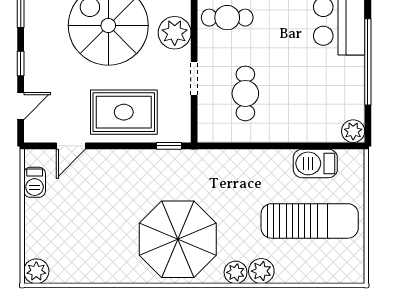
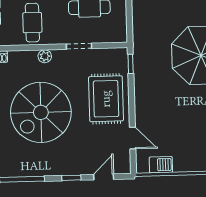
plant: (175, 33) -> (45, 56), width x0.53, depth x0.53
door: (21, 106) -> (104, 177), hinge flipped

